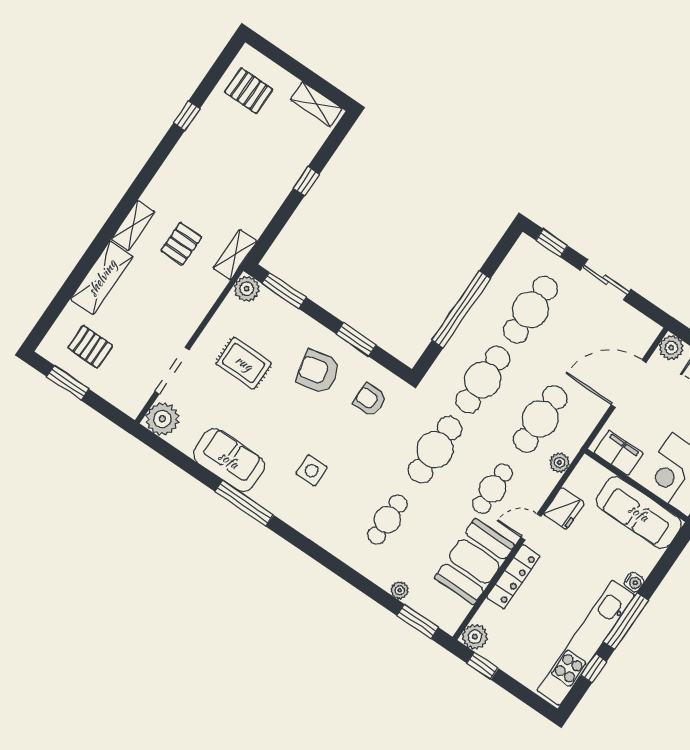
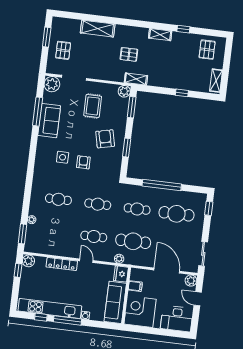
shelving: (133, 226) -> (160, 35), moved
sliding door: (606, 280) -> (203, 254), moved
pallet: (90, 347) -> (63, 50), moved
cafe table: (483, 380) -> (137, 209), width x0.73, depth x0.74
armchair: (370, 400) -> (83, 162), moved
cafe table: (435, 450) -> (98, 204), width x0.73, depth x0.74
filing cabinet: (619, 453) -> (135, 286), width x0.50
window: (244, 503) -> (38, 112), moved
fridge: (564, 508) -> (121, 274), moved, turned 90
booth: (474, 561) -> (60, 245), removed

